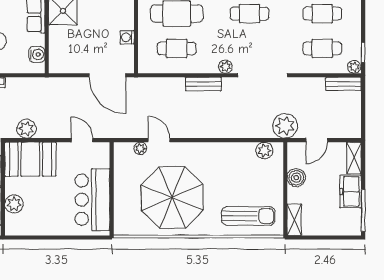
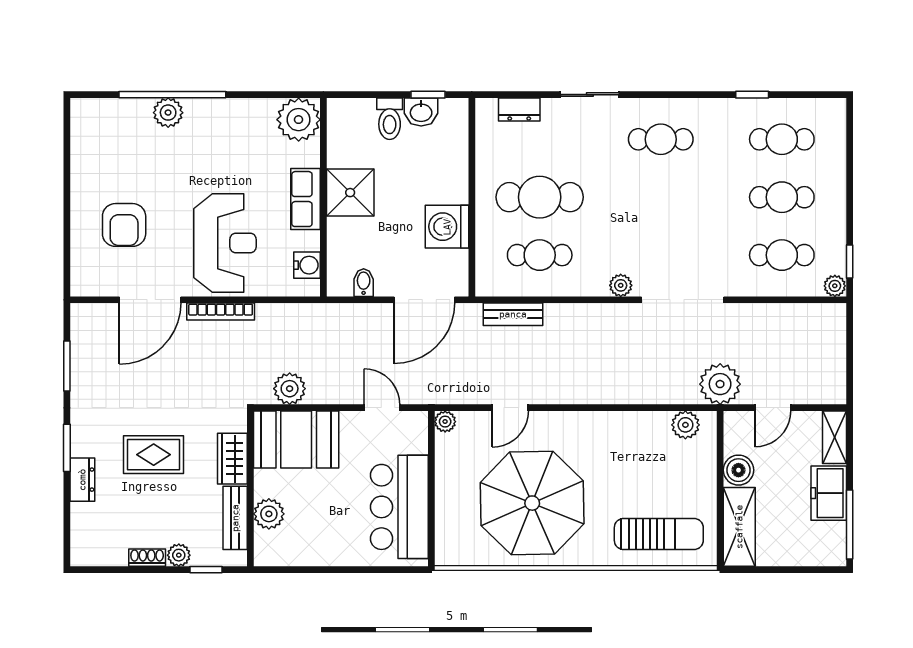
cafe table: (250, 14) -> (661, 197), removed
washing machine: (127, 37) -> (447, 227), width x1.89, depth x1.89
bidet: (71, 65) -> (364, 283), added
door: (107, 75) -> (424, 300), hinge flipped
bench: (203, 84) -> (513, 314), moved
bench: (343, 84) -> (817, 314), removed
door: (159, 140) -> (510, 408), swing flipped
plant: (140, 148) -> (445, 422), moved
shelving: (294, 220) -> (739, 527), width x1.50, depth x1.33

